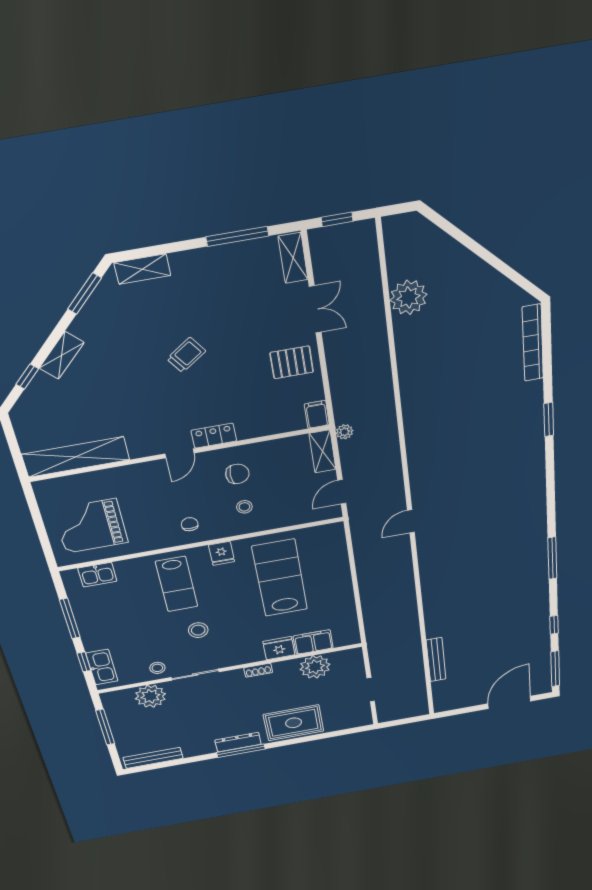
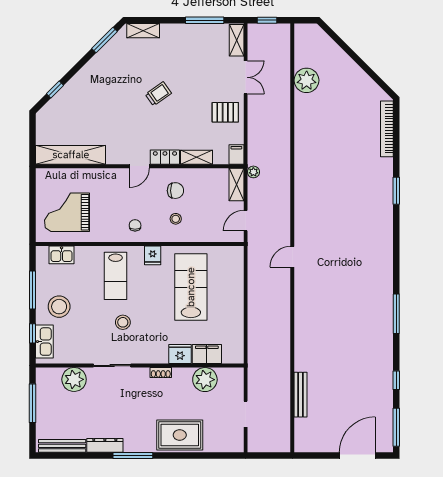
shelving: (62, 355) -> (197, 157), moved, turned 45
stool: (157, 668) -> (59, 307), moved, width x1.89, depth x1.89
dresser: (238, 742) -> (105, 445), moved

